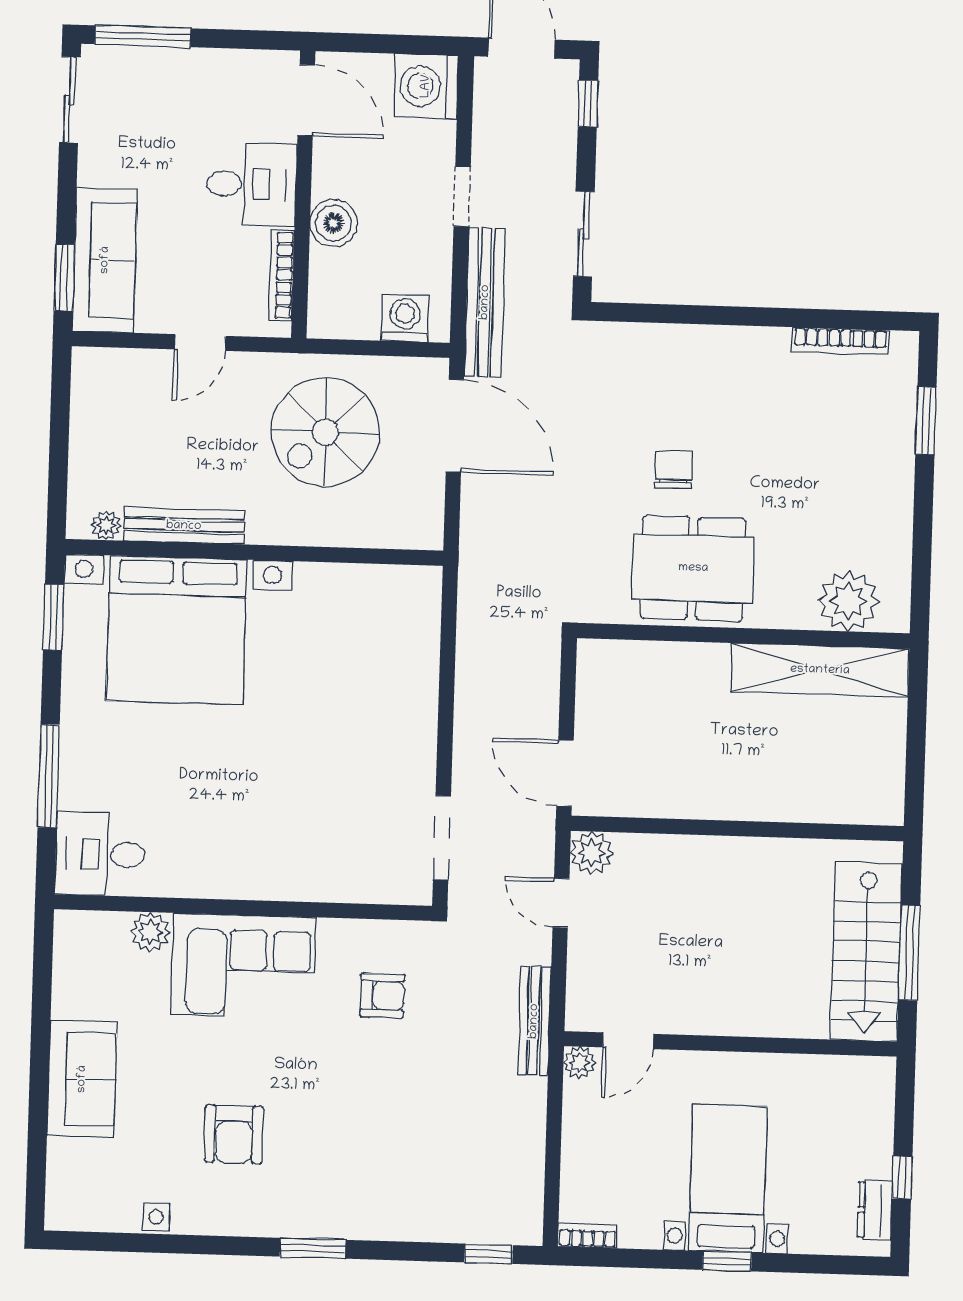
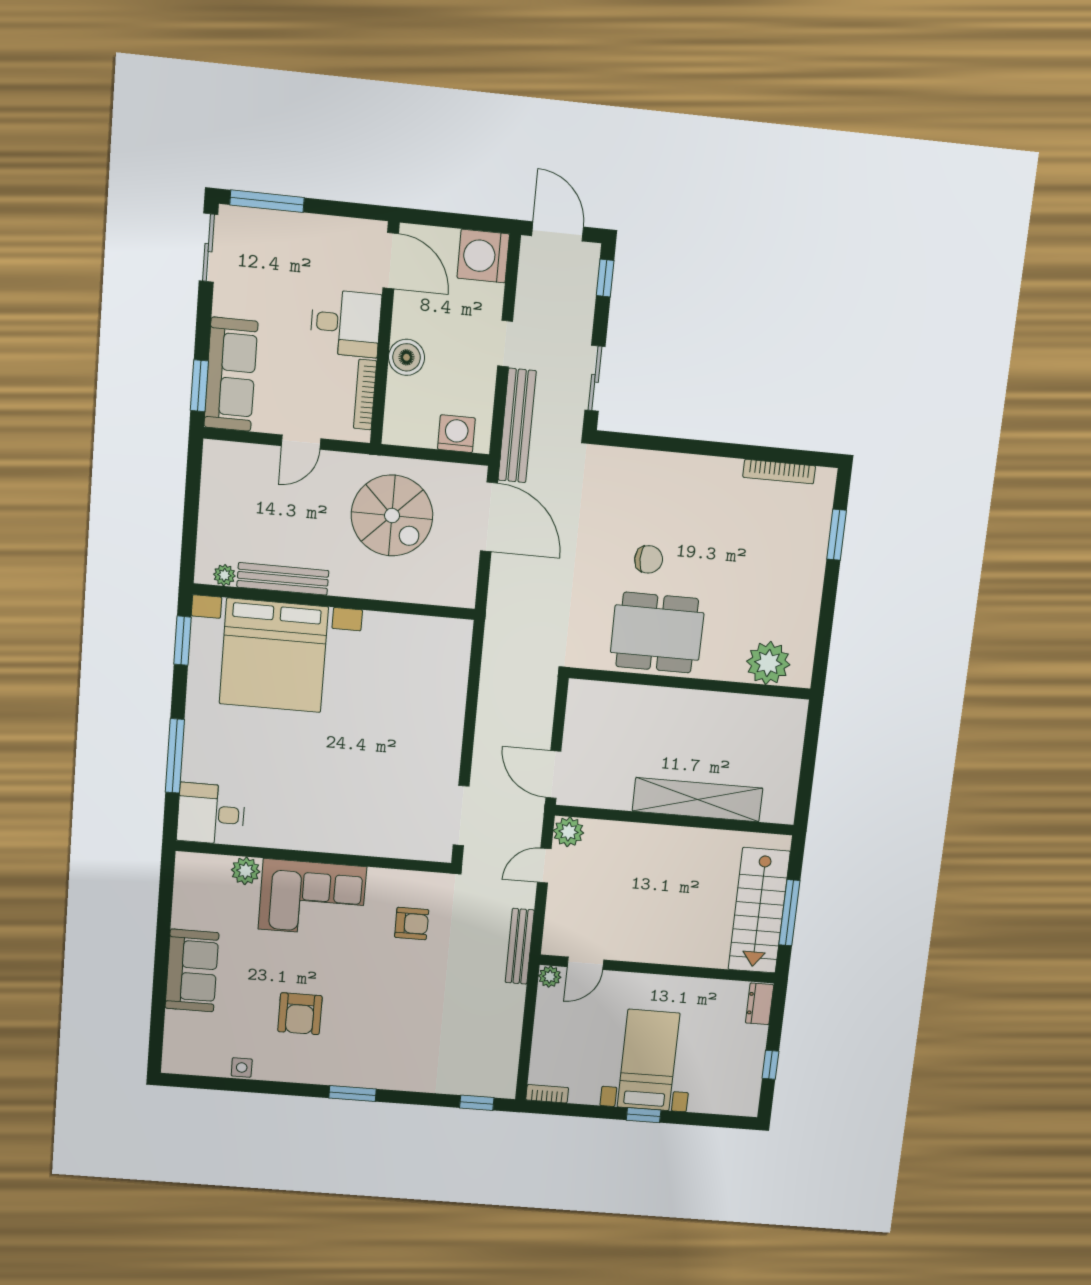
spiral stairs: (325, 432) -> (392, 515), turned -90
chair: (674, 470) -> (649, 559), turned 90
shelving: (820, 670) -> (698, 800), moved
door: (561, 903) -> (544, 866), hinge flipped
dresser: (875, 1210) -> (760, 1004), moved

